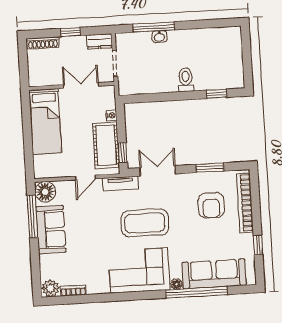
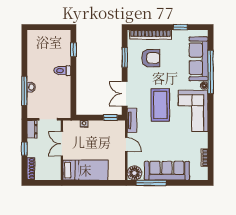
cot: (106, 145) -> (105, 129), removed
sofa: (51, 230) -> (167, 171), width x1.36
plant: (51, 288) -> (202, 173), removed

